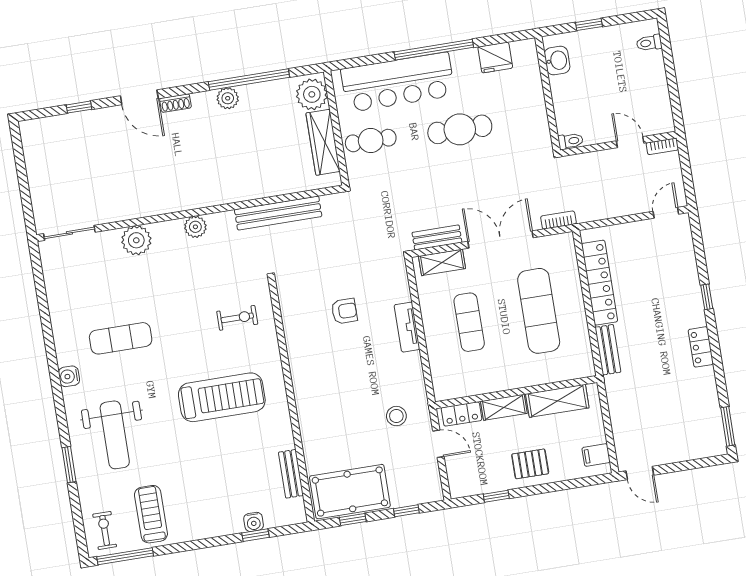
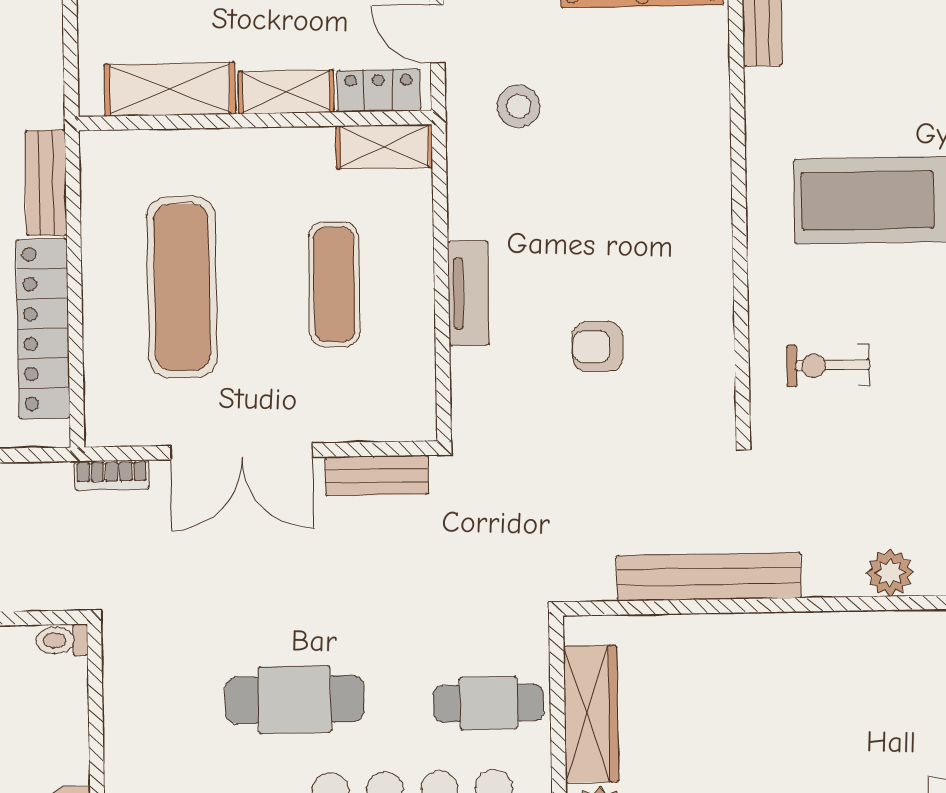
shelving: (442, 262) -> (384, 147), moved

